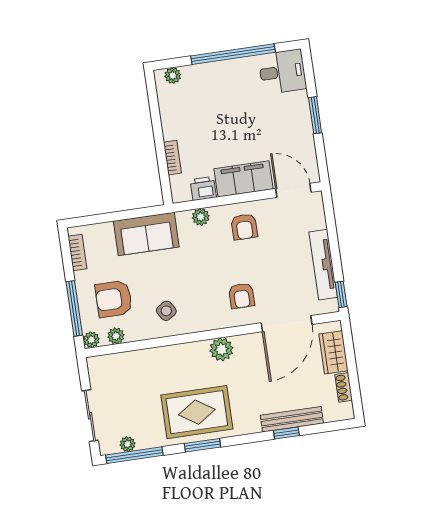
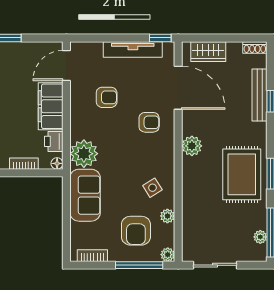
floor lamp: (178, 196) -> (57, 163), added
plant: (201, 217) -> (84, 154), width x1.87, depth x1.87
armchair: (244, 227) -> (107, 97), moved
plant: (116, 336) -> (167, 216), moved
shoe rack: (344, 387) -> (255, 47), moved
sliding door: (90, 416) -> (215, 265), moved

